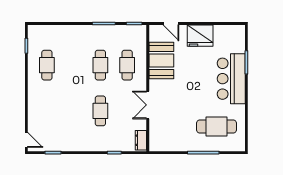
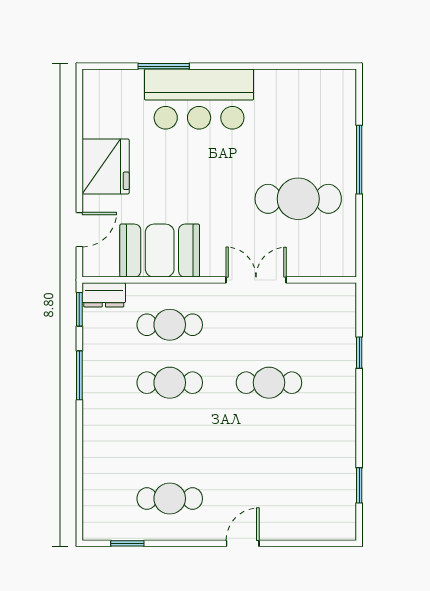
double door: (148, 105) -> (256, 280), swing flipped
cafe table: (217, 126) -> (298, 199), moved, turned 90
door: (26, 140) -> (243, 543), moved
dresser: (141, 140) -> (104, 295), moved

